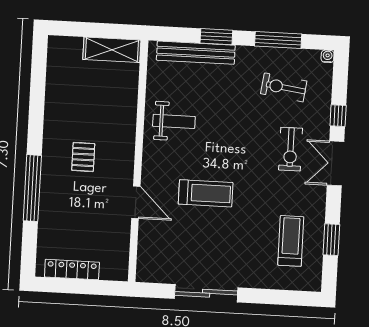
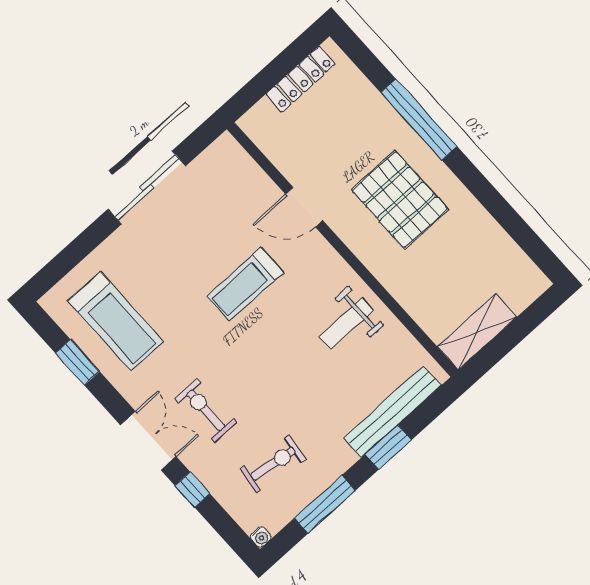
pallet: (83, 157) -> (400, 200), width x2.05, depth x2.00
treadmill: (291, 241) -> (116, 321), width x1.37, depth x1.38

